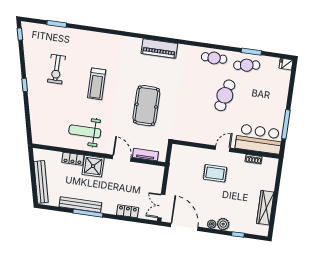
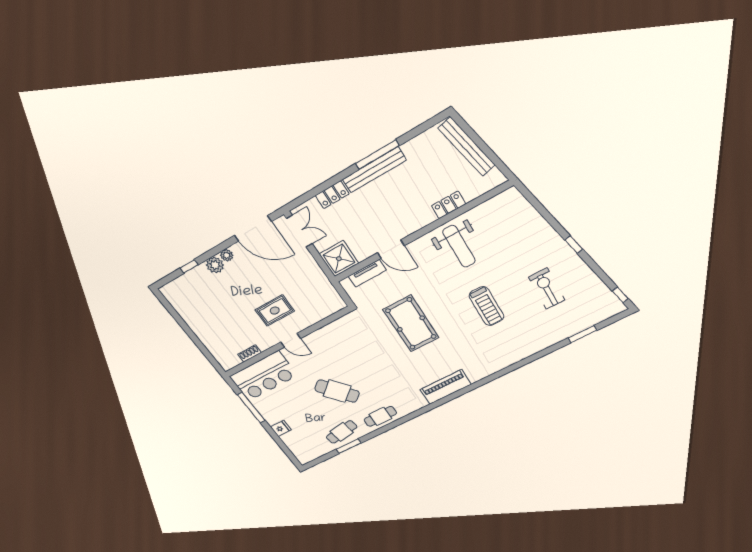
fridge: (286, 64) -> (281, 428), moved
treadmill: (97, 84) -> (486, 306), turned 180
cafe table: (225, 95) -> (337, 391), turned -55
weight bench: (85, 131) -> (459, 246), turned 90
door: (223, 149) -> (291, 340), hinge flipped
shower: (93, 166) -> (339, 259), moved
bench: (80, 205) -> (374, 170), moved
wardrobe: (265, 208) -> (190, 316), removed

